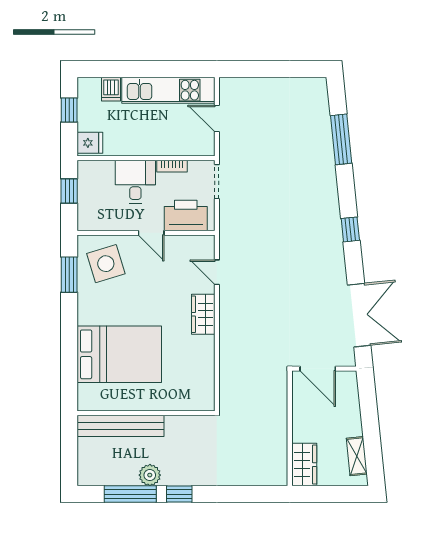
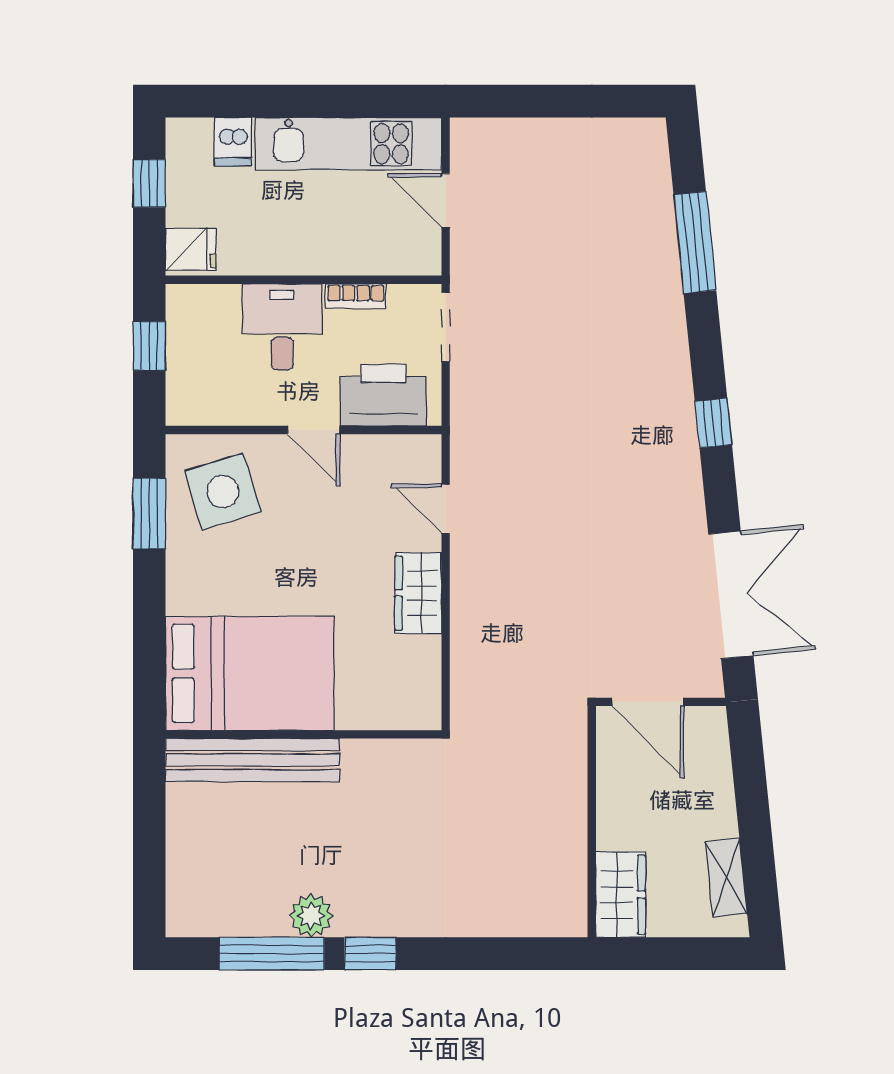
wall: (146, 413) -> (304, 734), moved
bench: (121, 426) -> (252, 760), moved

